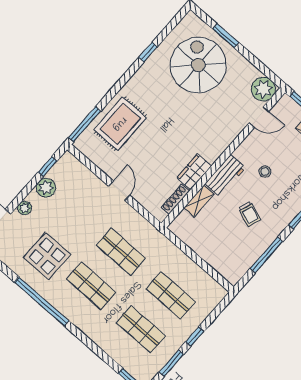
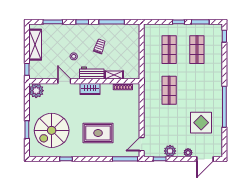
door: (259, 117) -> (64, 81), moved
rug: (120, 124) -> (98, 133), moved
wardrobe: (194, 172) -> (90, 89), moved
door: (119, 191) -> (142, 144), moved
shop shelf: (91, 286) -> (197, 90), removed

